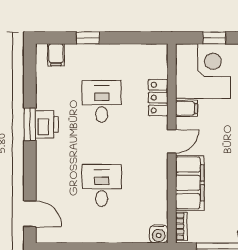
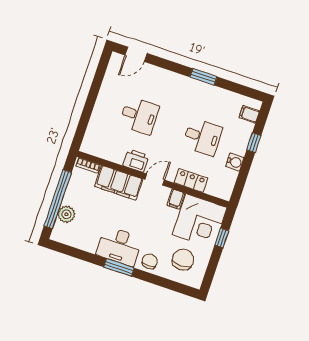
printer: (47, 124) -> (136, 161), moved, turned 180
door: (172, 141) -> (155, 180), swing flipped
water cooler: (159, 234) -> (235, 162), moved, turned 180

